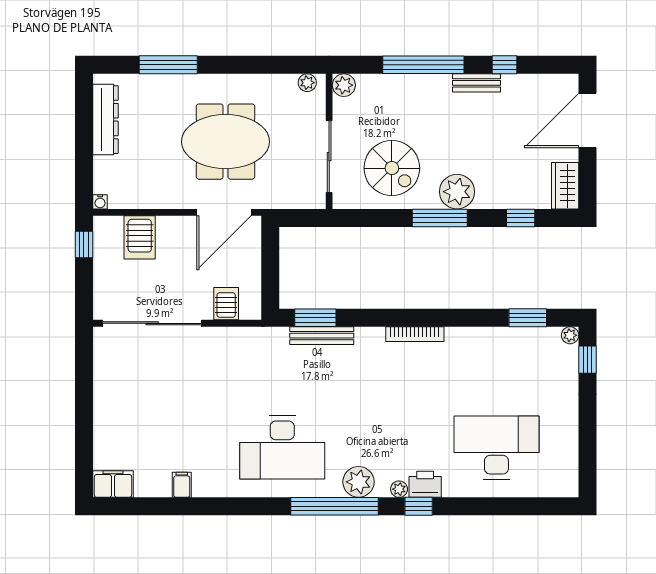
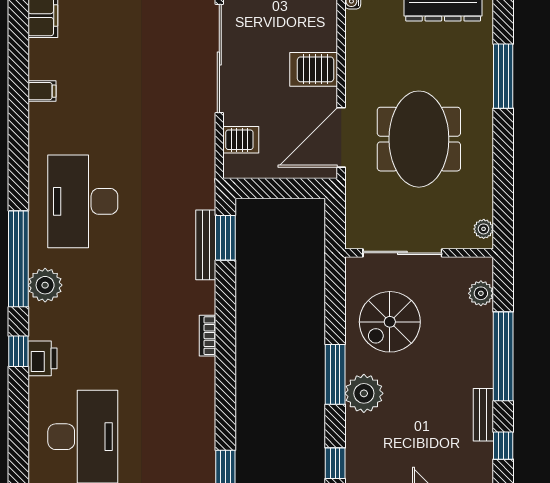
plant: (344, 85) -> (481, 293), moved
door: (224, 212) -> (341, 137), hinge flipped
server rack: (140, 237) -> (314, 69), moved
bookcase: (415, 334) -> (207, 336), width x0.64
plant: (399, 489) -> (37, 330), removed

